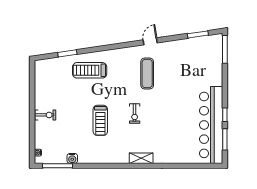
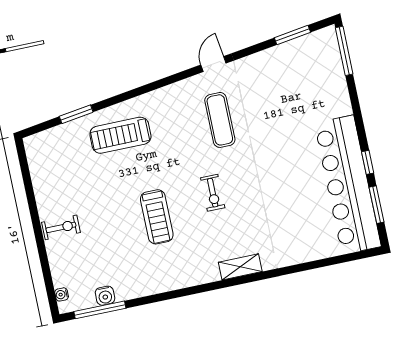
water cooler: (72, 158) -> (105, 296), moved

